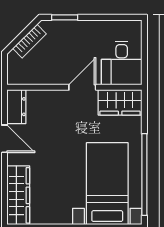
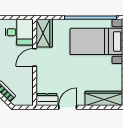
door: (82, 87) -> (35, 57), hinge flipped

